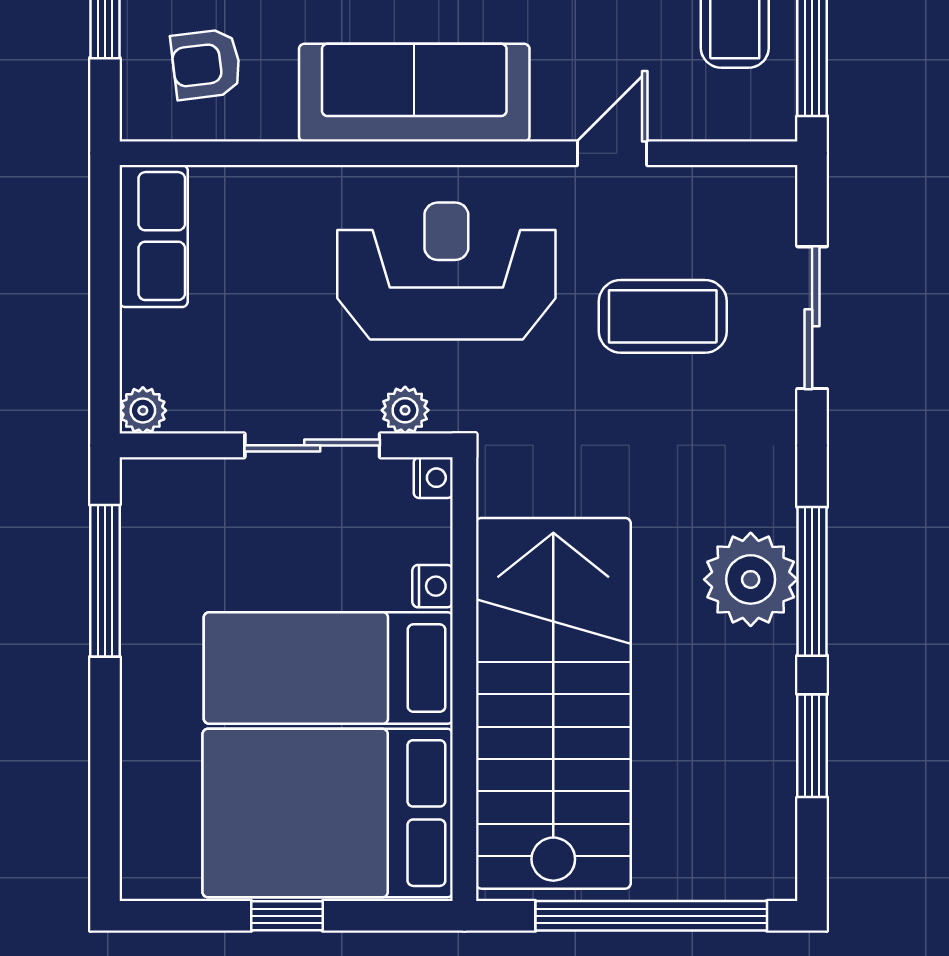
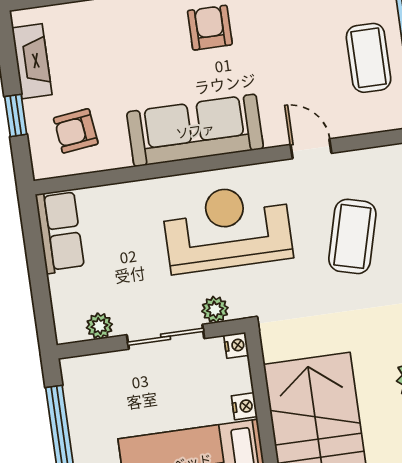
door: (612, 153) -> (311, 149), hinge flipped
coffee table: (663, 316) -> (352, 236), turned -75
plant: (143, 410) -> (99, 326), moved

